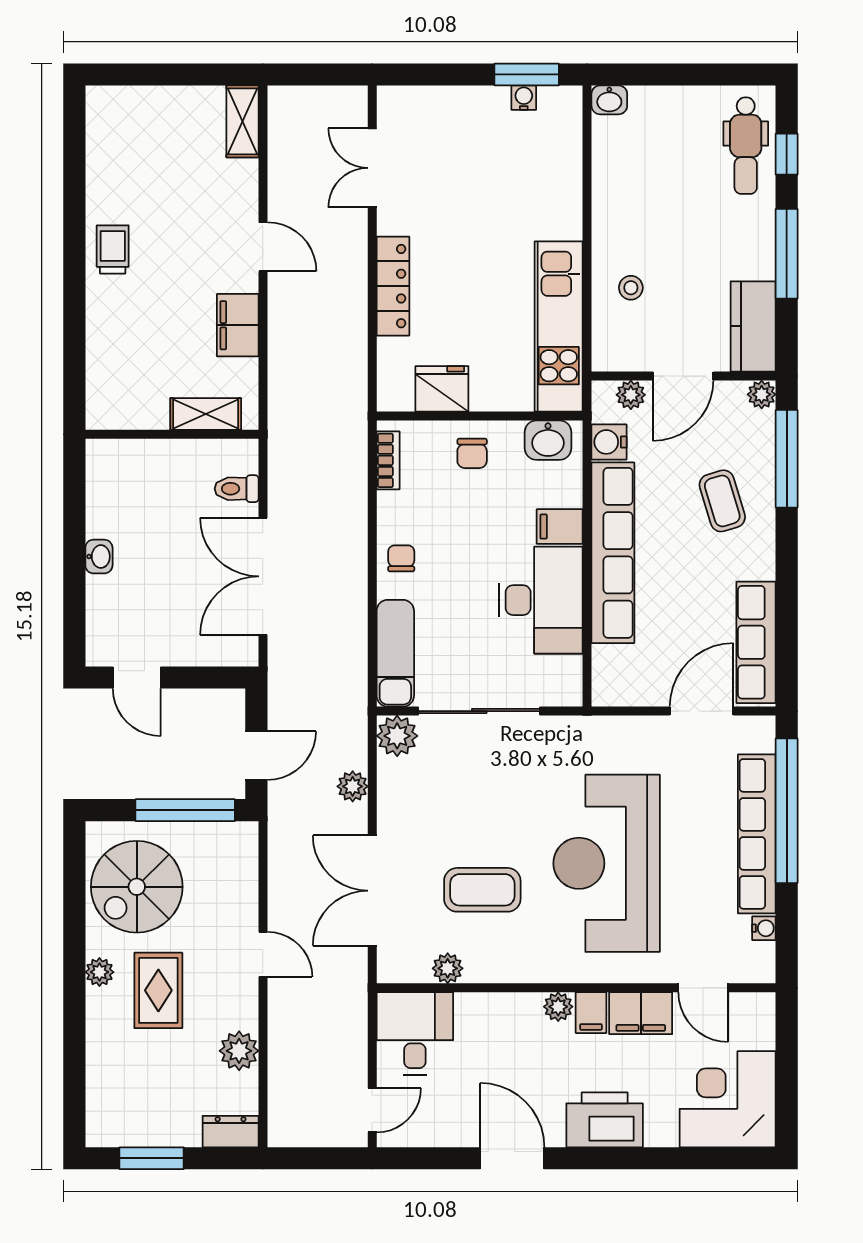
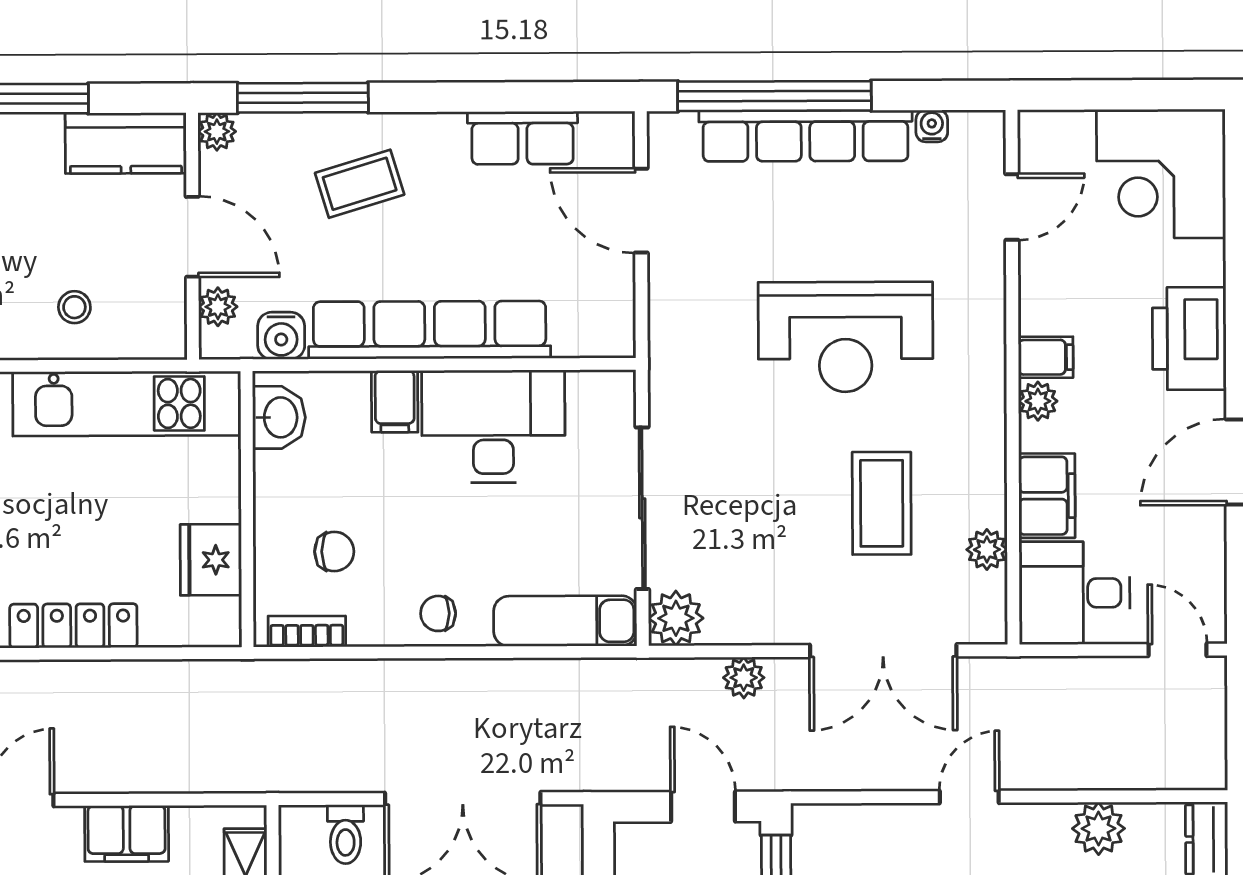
chair: (472, 453) -> (334, 551), moved
row of seats: (756, 642) -> (523, 138), width x0.68
reception desk: (607, 863) -> (846, 337), width x0.74, depth x0.77
filing cabinet: (641, 1013) -> (1047, 496), moved

